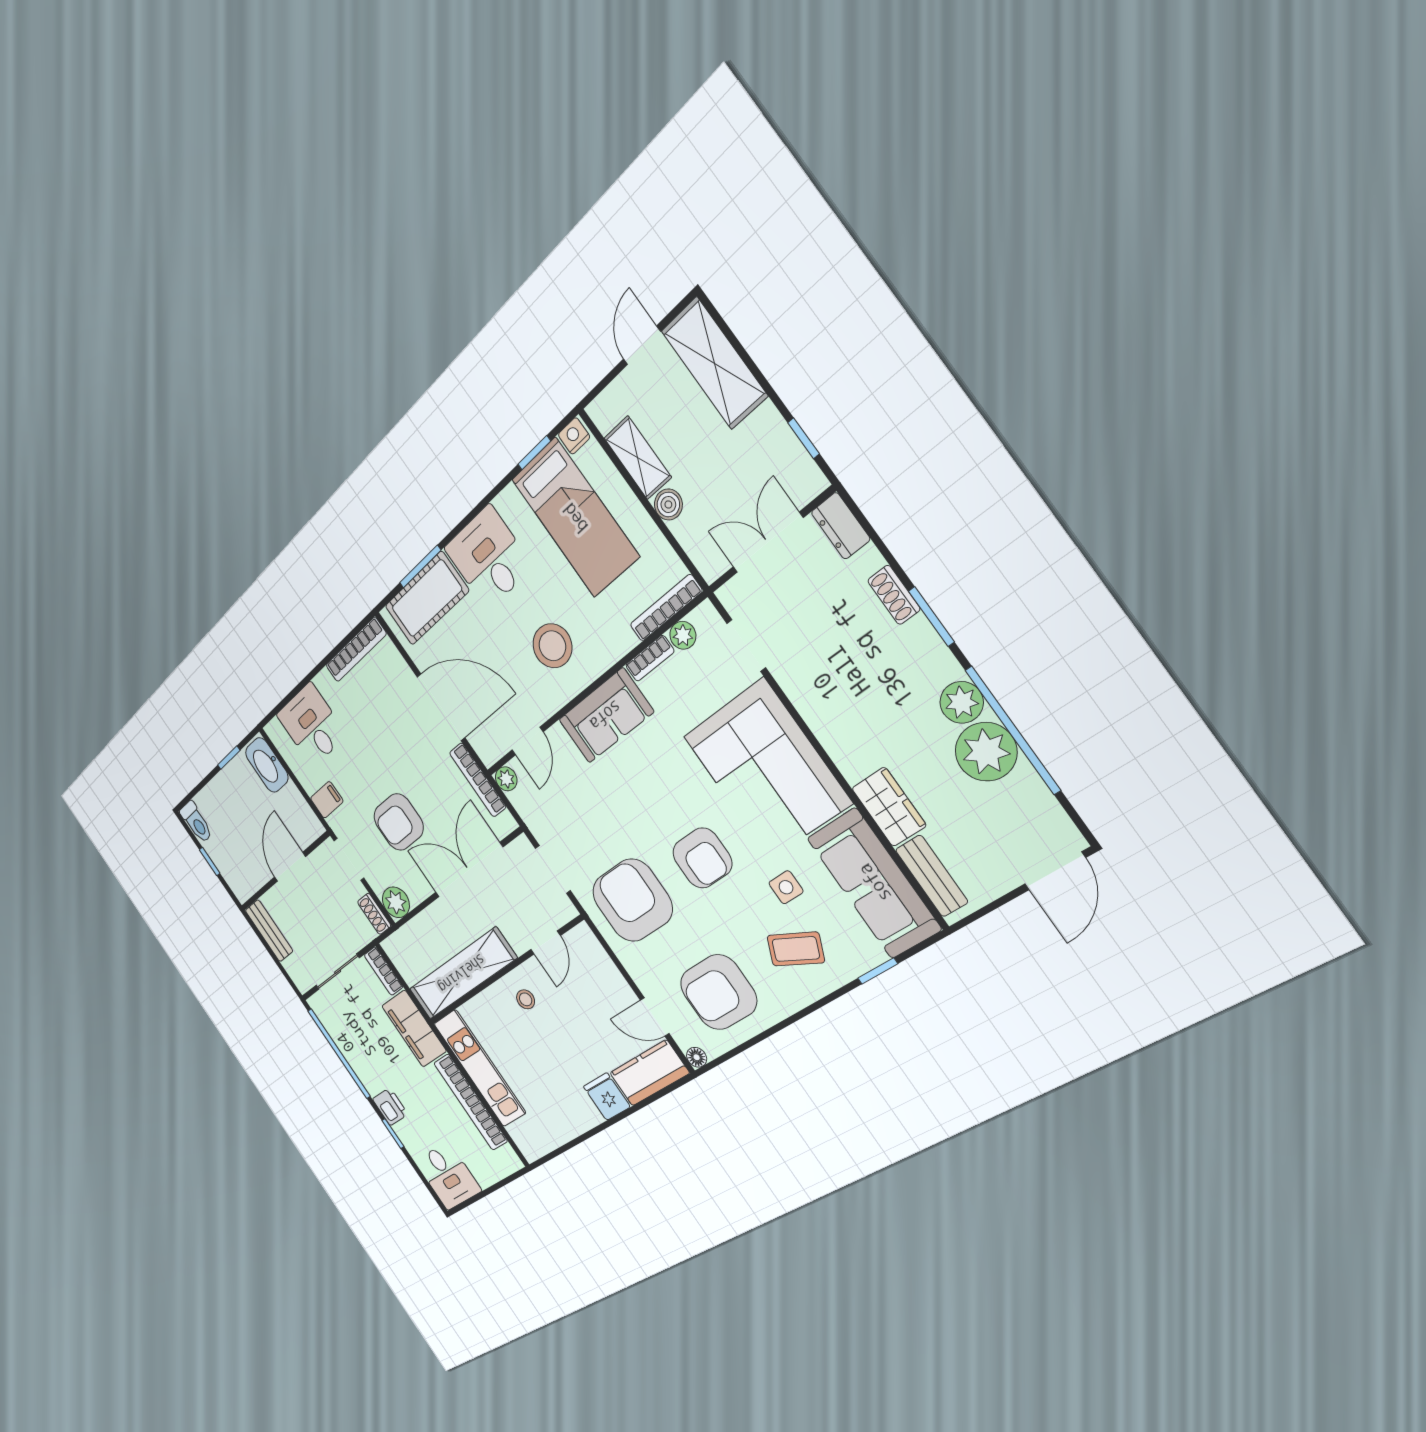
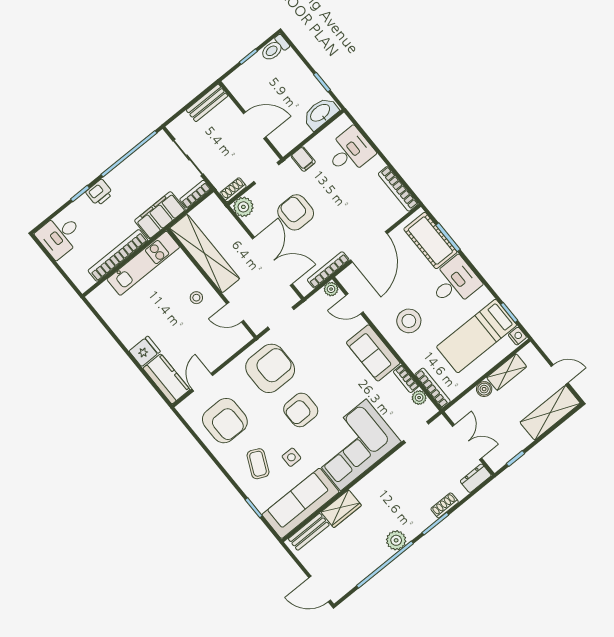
plant: (986, 752) -> (374, 553), removed
armchair: (718, 992) -> (225, 421), turned 180
floor lamp: (697, 1057) -> (183, 408), removed

